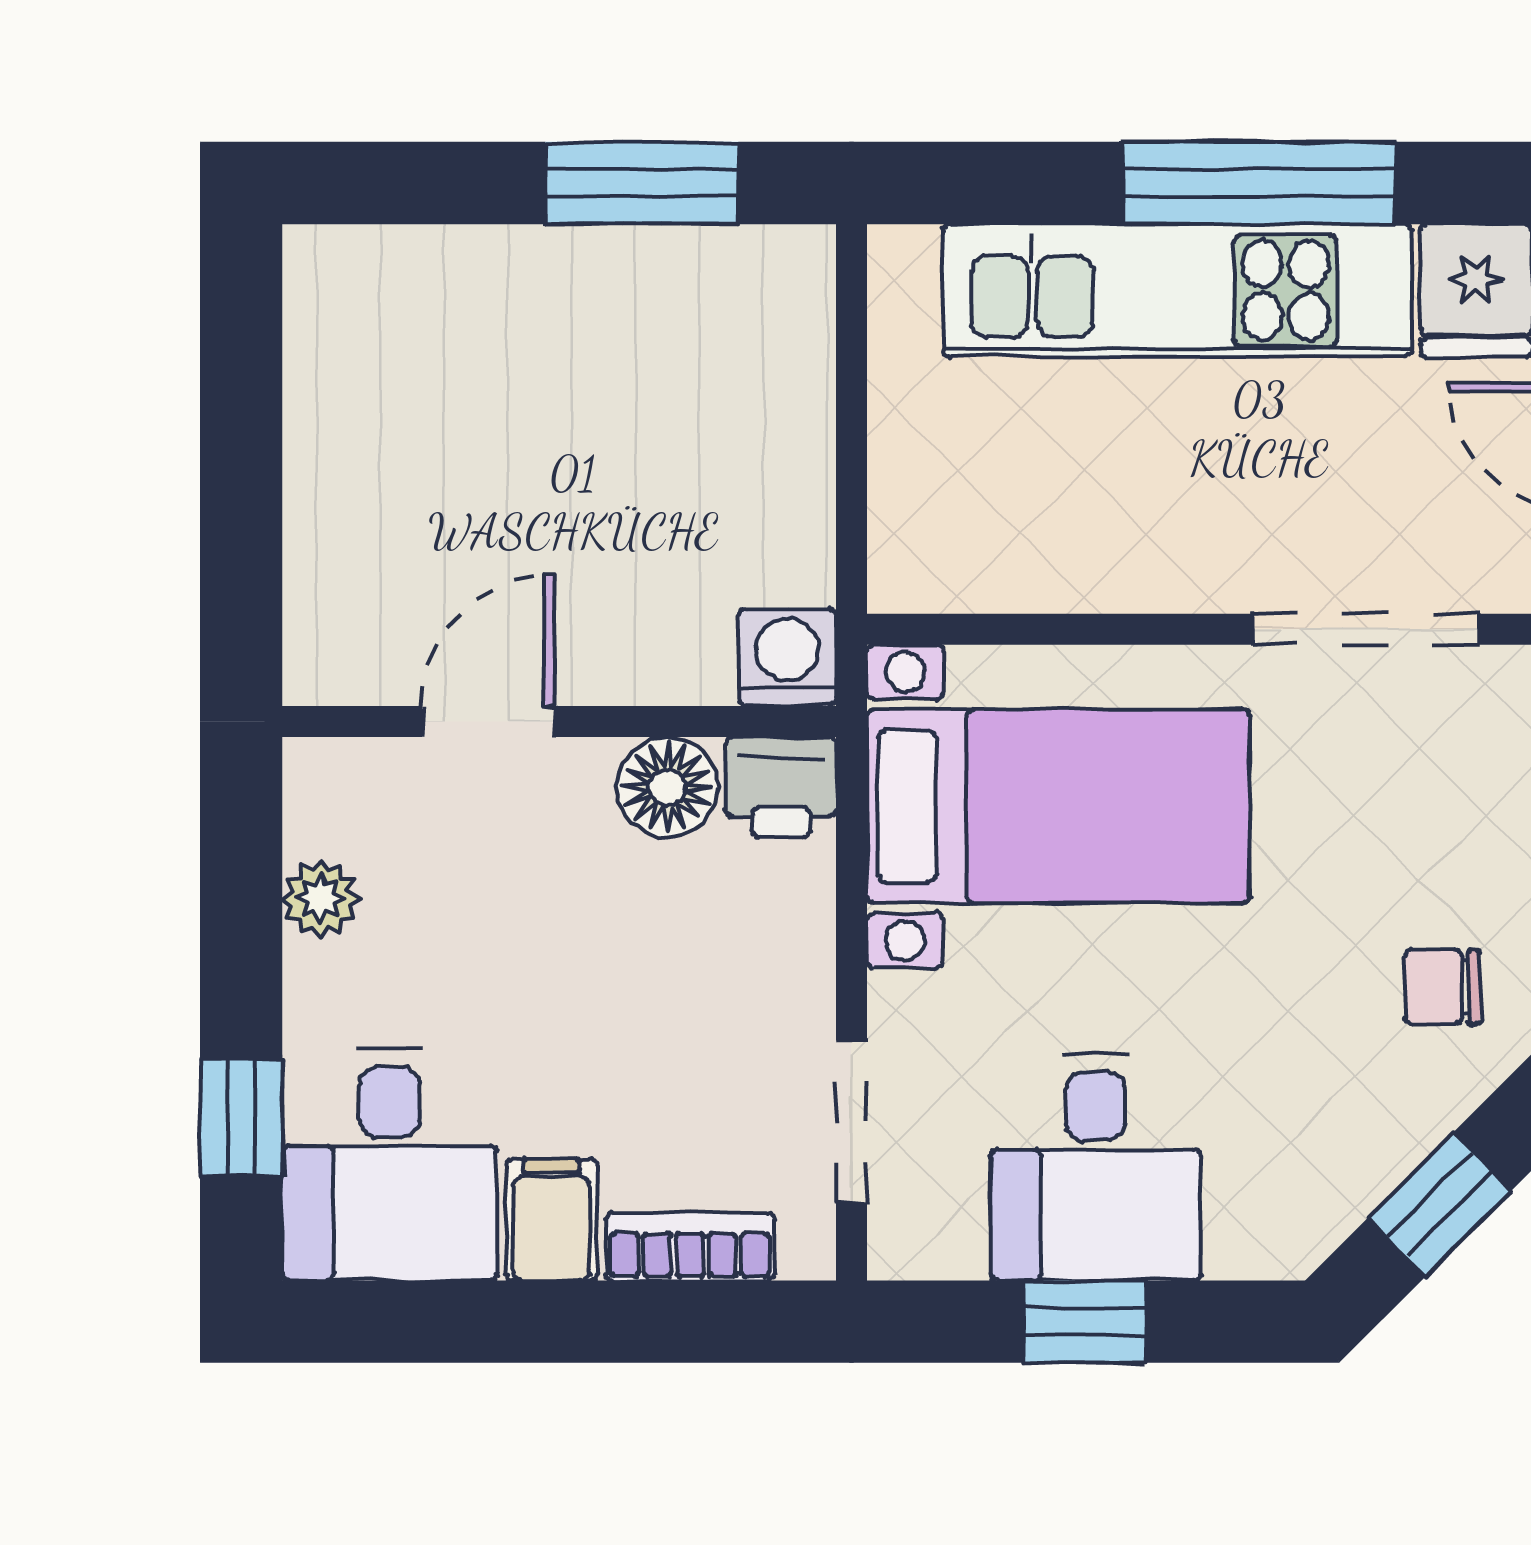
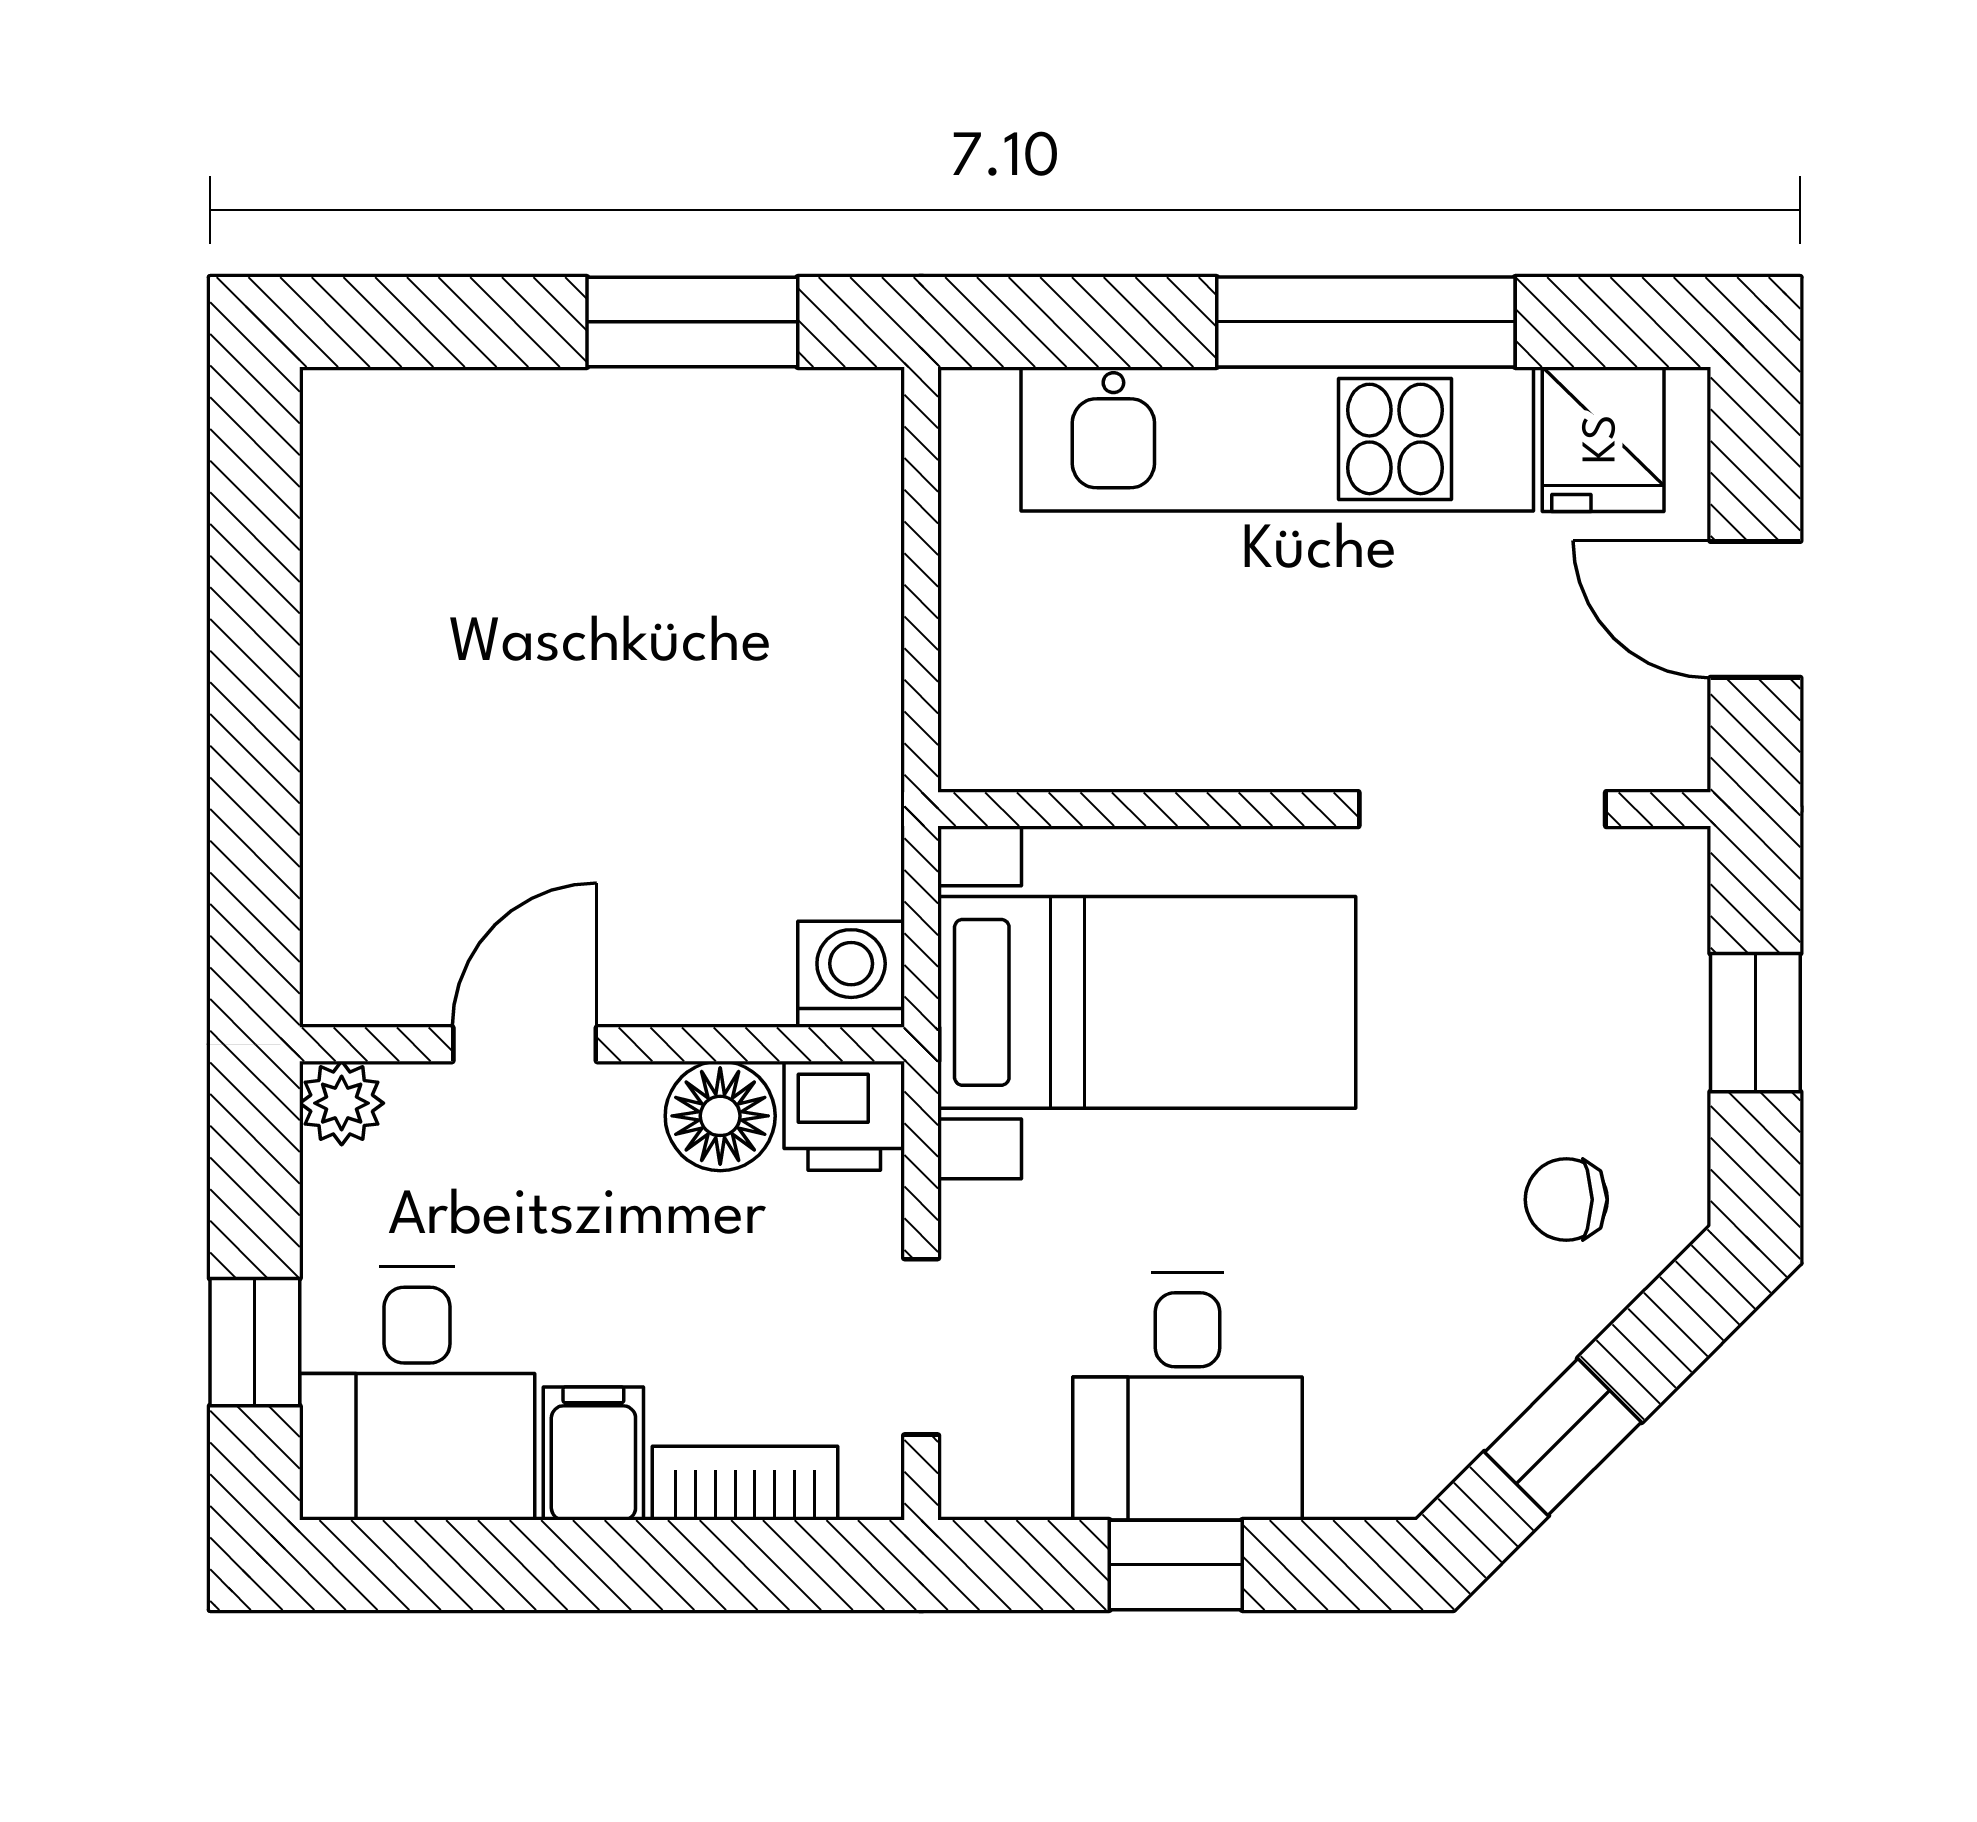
washing machine: (787, 657) -> (851, 974), moved
door: (488, 722) -> (525, 1044), moved
wall: (559, 722) -> (602, 1044), moved
floor lamp: (667, 787) -> (720, 1116), moved
printer: (781, 787) -> (844, 1116), moved

